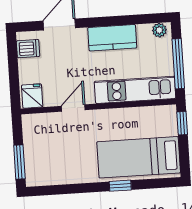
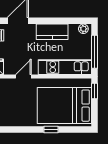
bed: (139, 157) -> (64, 106), width x1.50

